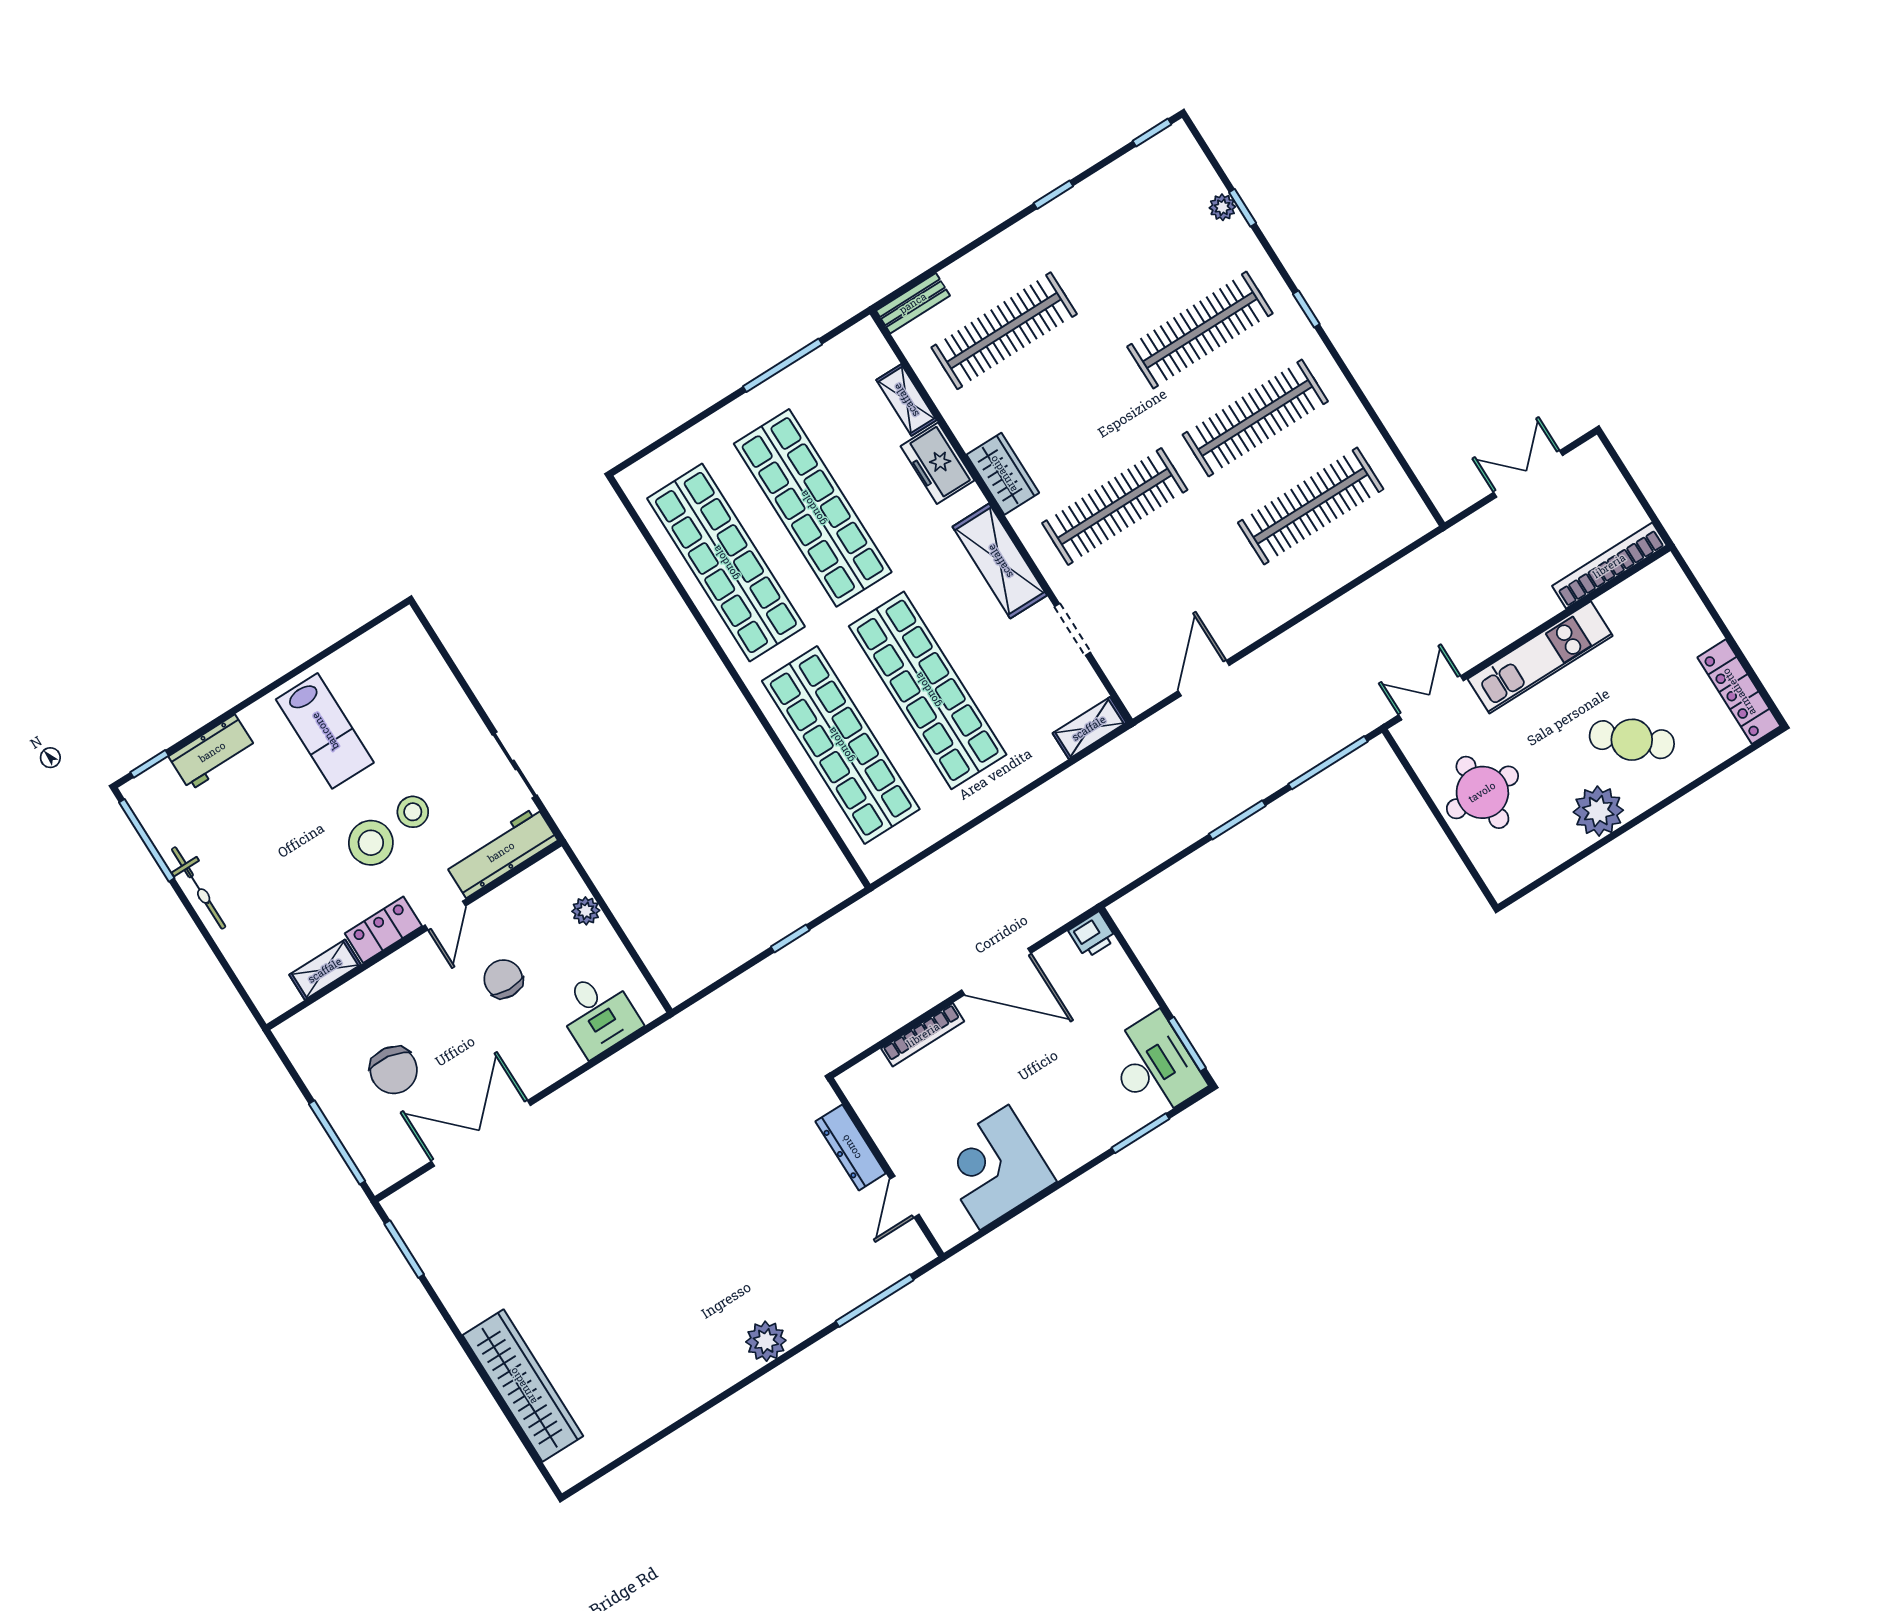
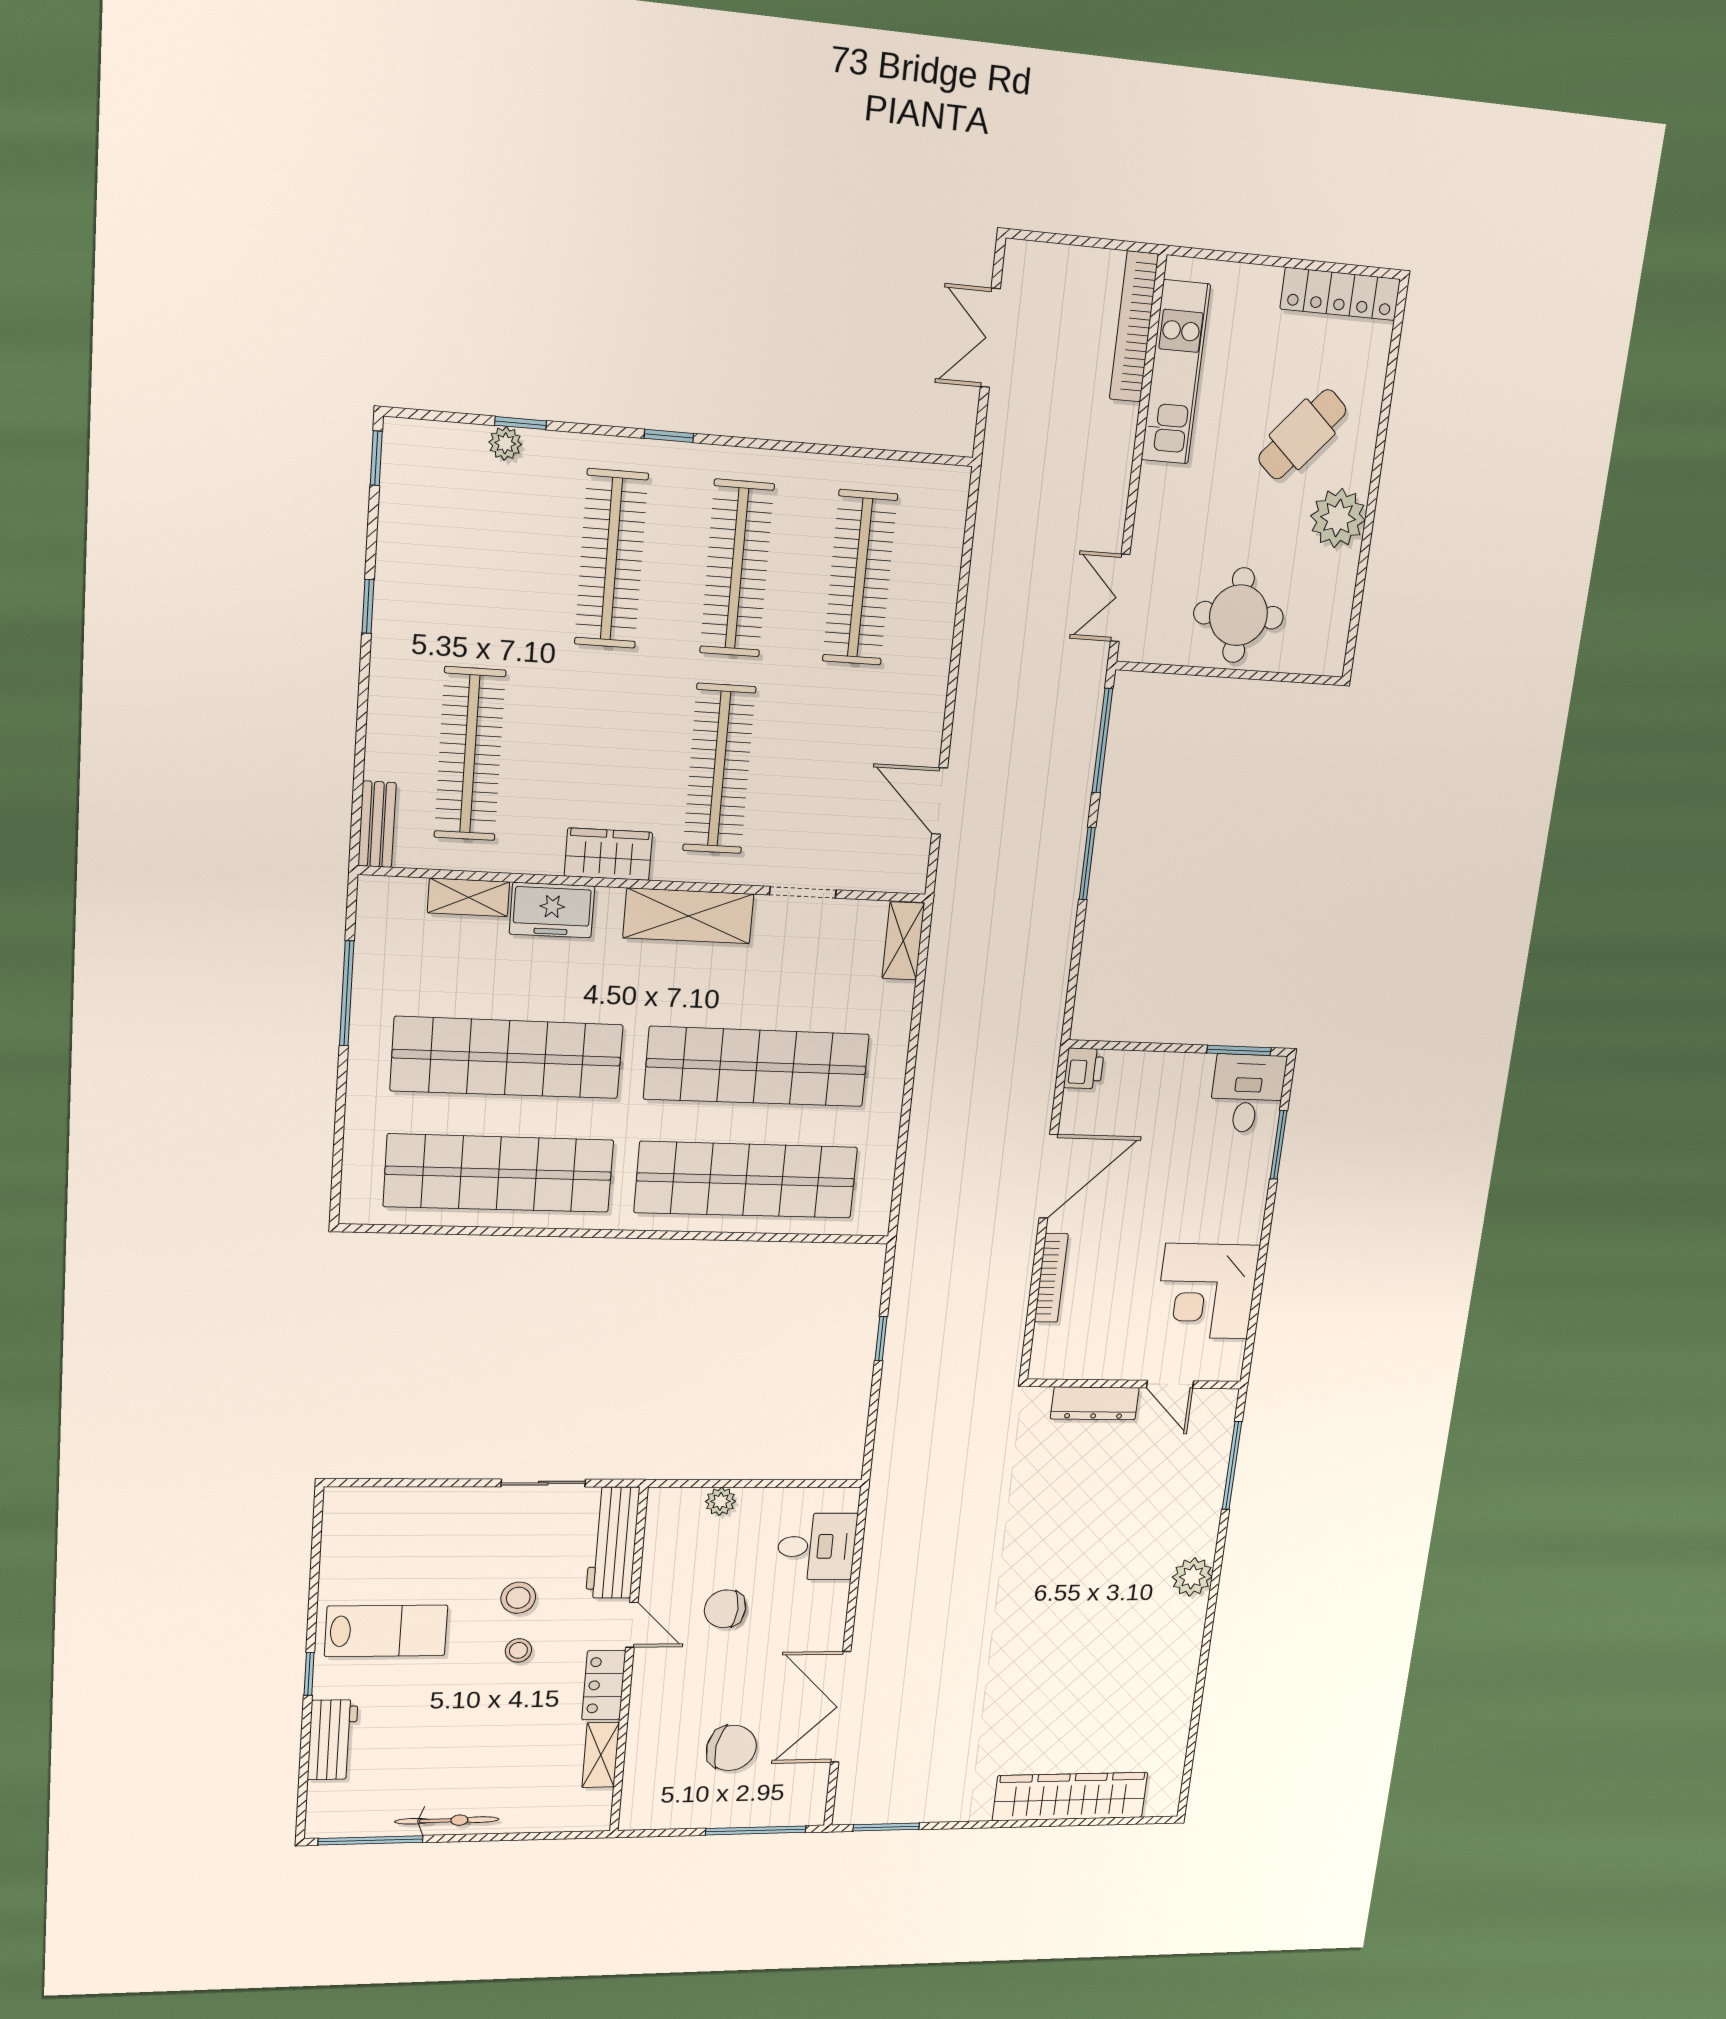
kitchen unit: (1540, 657) -> (1176, 372), moved
window: (149, 764) -> (309, 1674), moved
stool: (371, 843) -> (518, 1650), width x0.53, depth x0.53
desk: (1154, 1066) -> (1247, 1093), width x0.73

